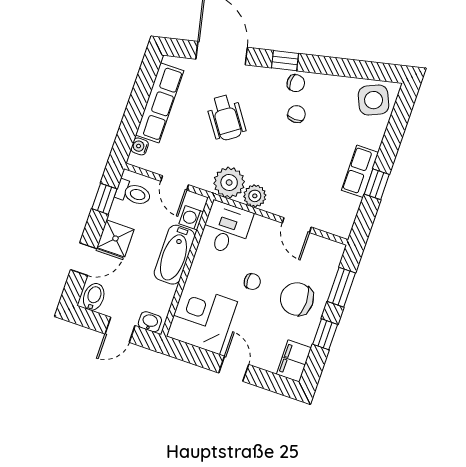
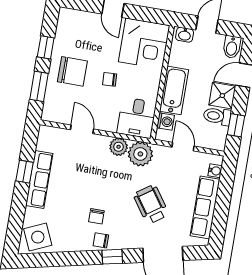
row of seats: (360, 171) -> (39, 180), width x1.48
toilet: (133, 193) -> (217, 116), moved
filing cabinet: (294, 361) -> (67, 22), removed

